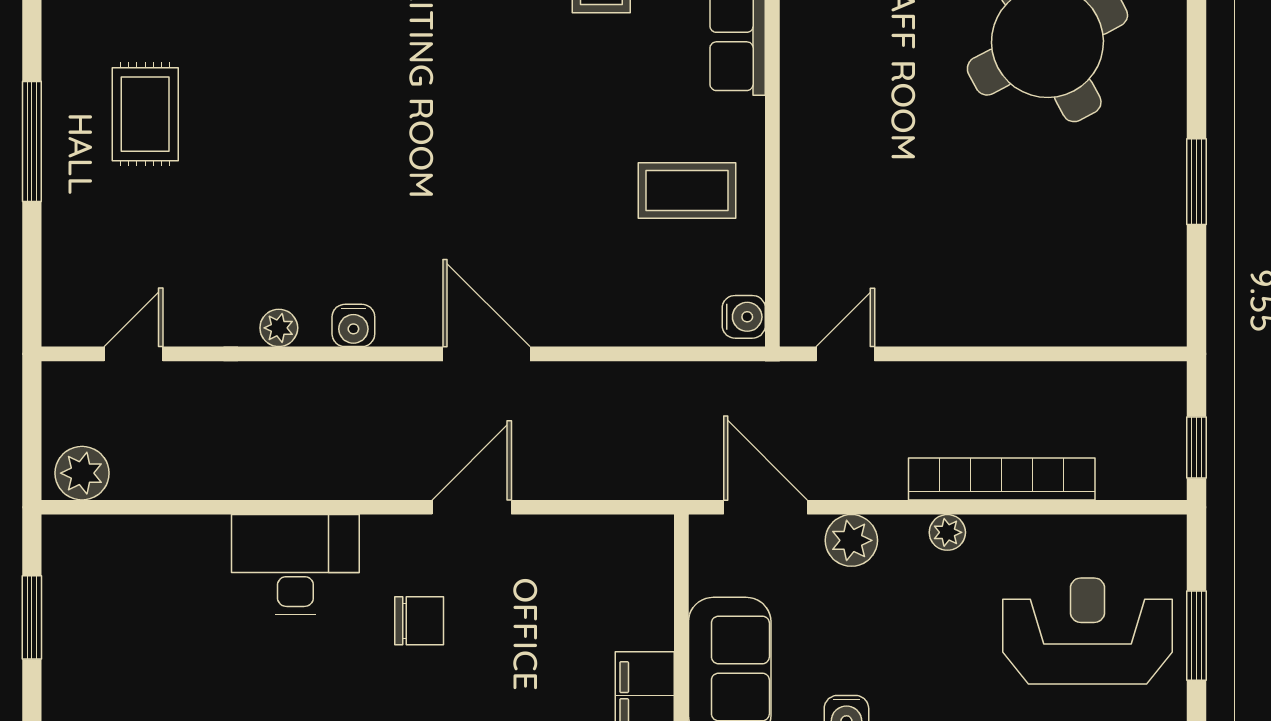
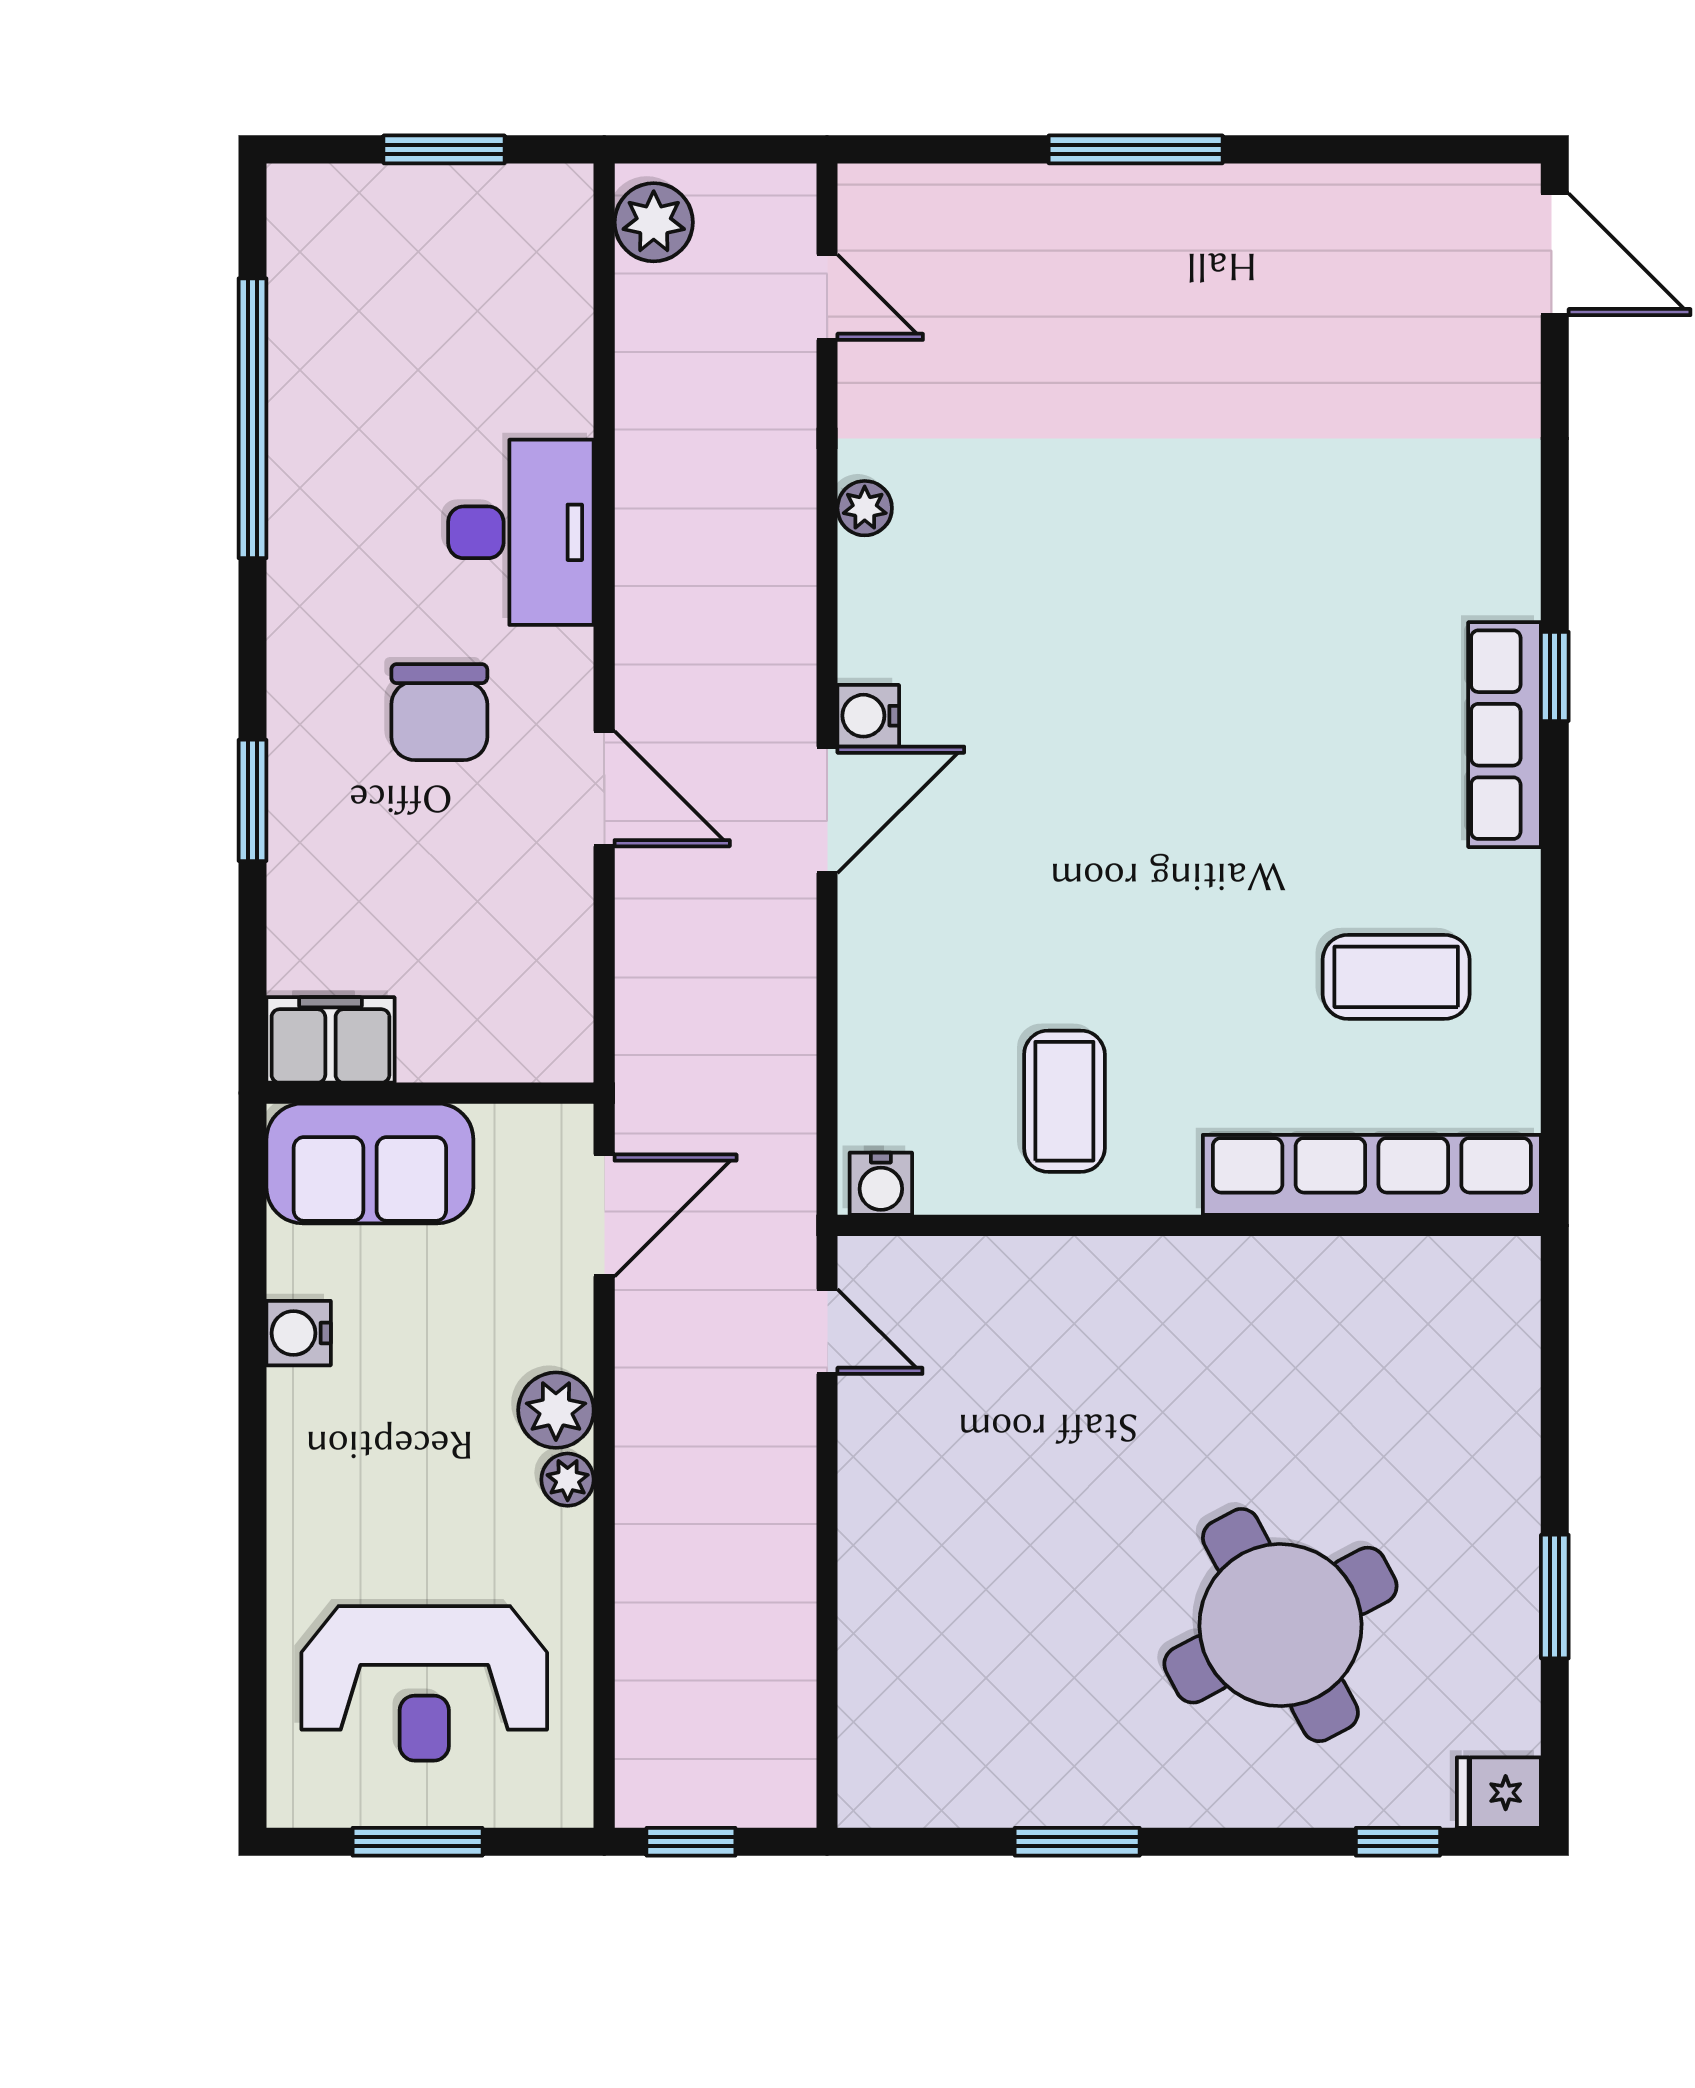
rug: (145, 114) -> (1175, 314), removed
water cooler: (353, 325) -> (868, 716), moved
bookcase: (1002, 479) -> (645, 1559), removed
plant: (851, 540) -> (556, 1410), moved
chair: (419, 621) -> (439, 712), width x1.37, depth x1.37
reception desk: (1088, 631) -> (424, 1683), turned 90

